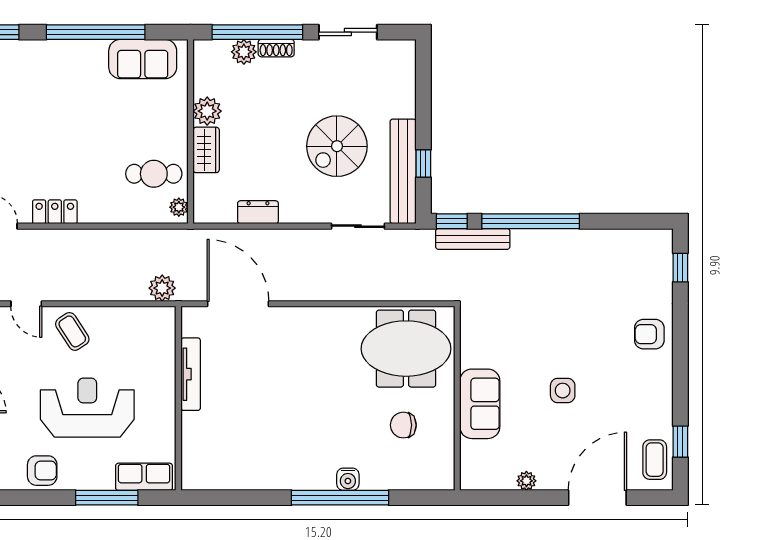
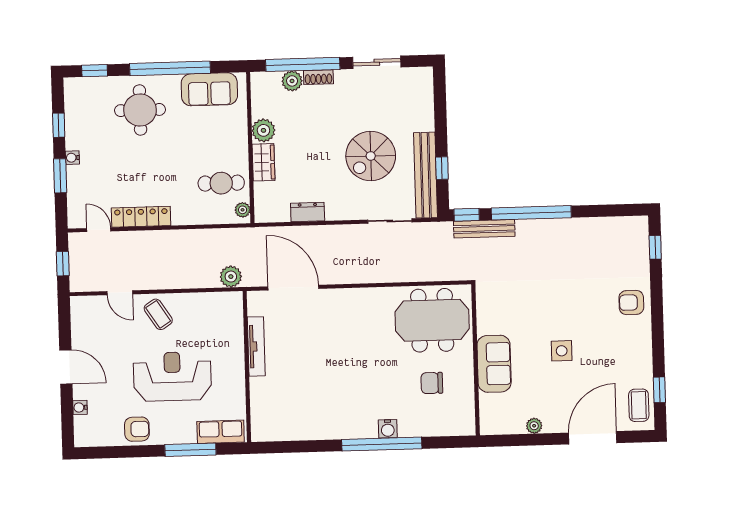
round table: (57, 82) -> (140, 110), added
locker: (55, 212) -> (141, 217), width x1.53

